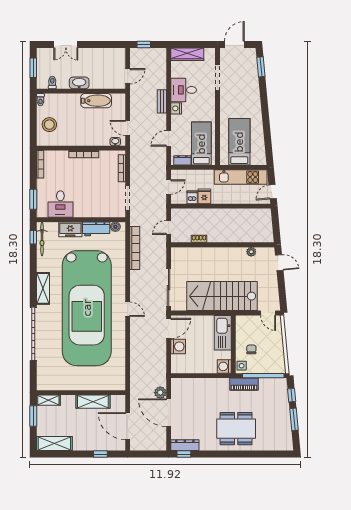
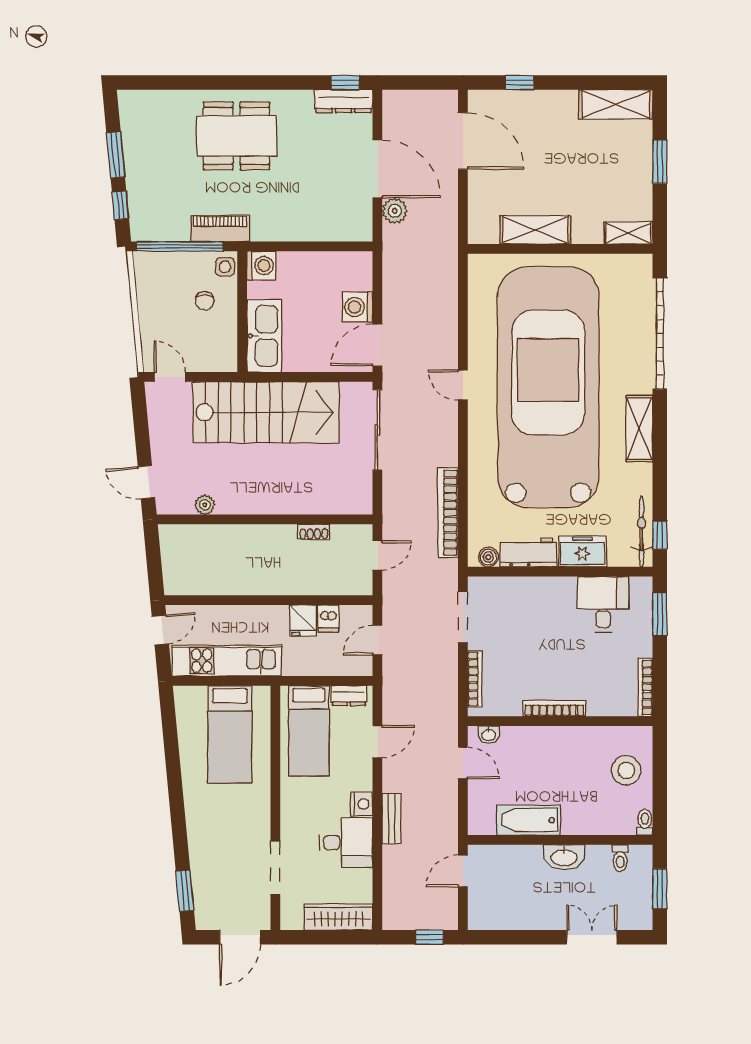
wall: (81, 393) -> (560, 249), moved
shelving: (48, 400) -> (628, 233), moved
shelving: (93, 402) -> (535, 230), moved

